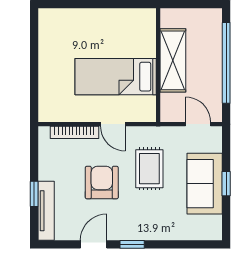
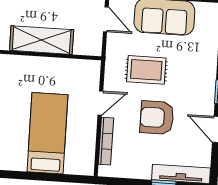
bed: (116, 77) -> (48, 133), moved, turned 180
door: (198, 124) -> (106, 19), swing flipped

